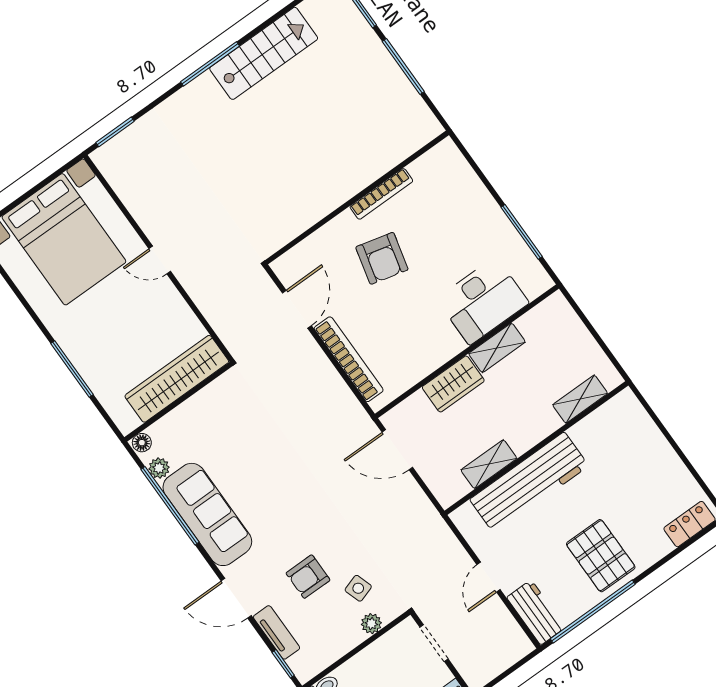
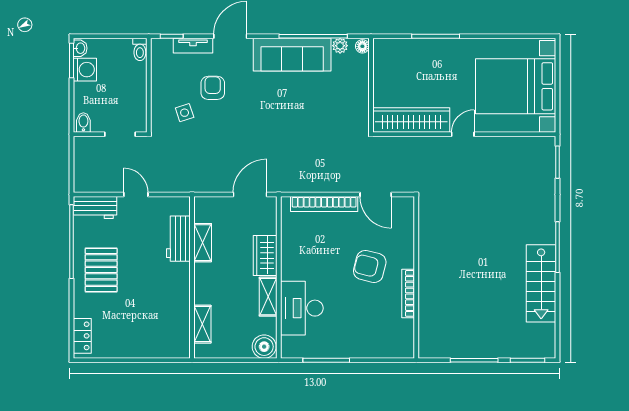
boiler: (556, 312) -> (264, 347), added
wardrobe: (177, 379) -> (411, 120), moved, turned -90
workbench: (529, 483) -> (178, 239), width x0.53, depth x0.76
pallet: (601, 556) -> (101, 270), turned 90
plant: (371, 624) -> (158, 105), removed

